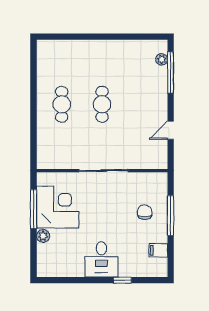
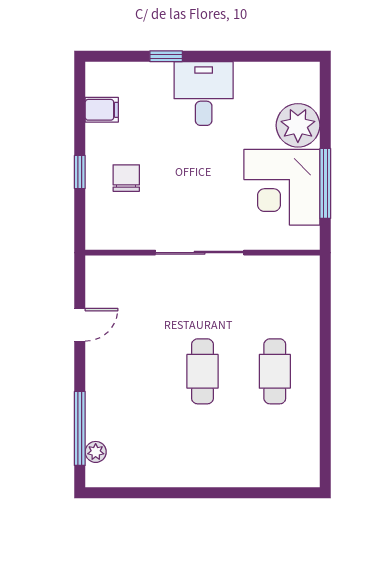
chair: (145, 212) -> (126, 178), turned 180
window: (171, 216) -> (80, 172), width x0.46
plant: (43, 236) -> (298, 125), width x1.87, depth x1.87

